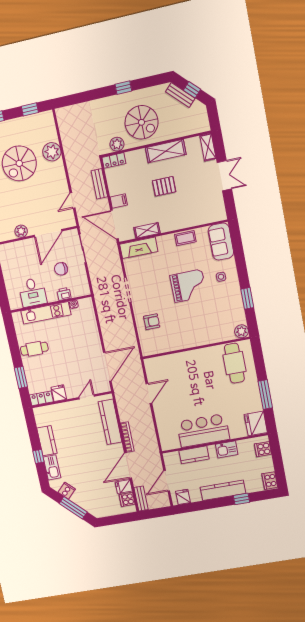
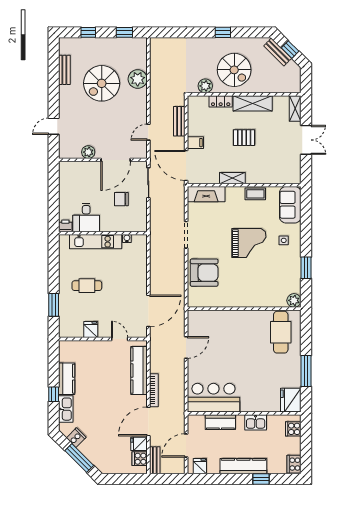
locker: (114, 160) -> (221, 101), moved
shelving: (147, 230) -> (232, 178), moved
printer: (64, 294) -> (65, 226), moved
armchair: (152, 322) -> (204, 273), width x1.88, depth x1.88
cafe table: (34, 349) -> (87, 286), moved
door: (87, 397) -> (120, 339), hinge flipped
locker: (41, 398) -> (71, 332), removed
bar counter: (203, 431) -> (213, 398), moved

